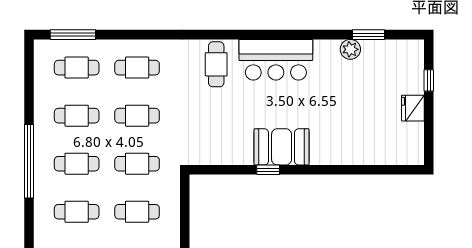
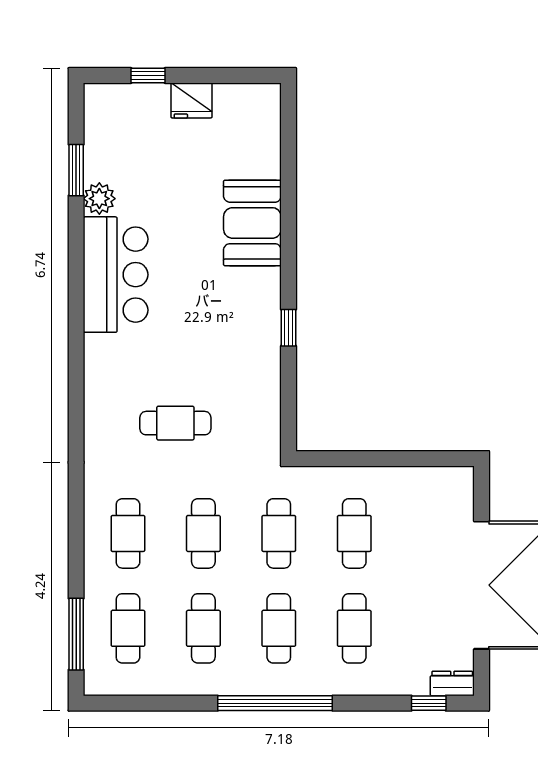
bar counter: (276, 60) -> (116, 275), moved
cafe table: (216, 64) -> (175, 423), moved
booth: (282, 147) -> (252, 223), moved

